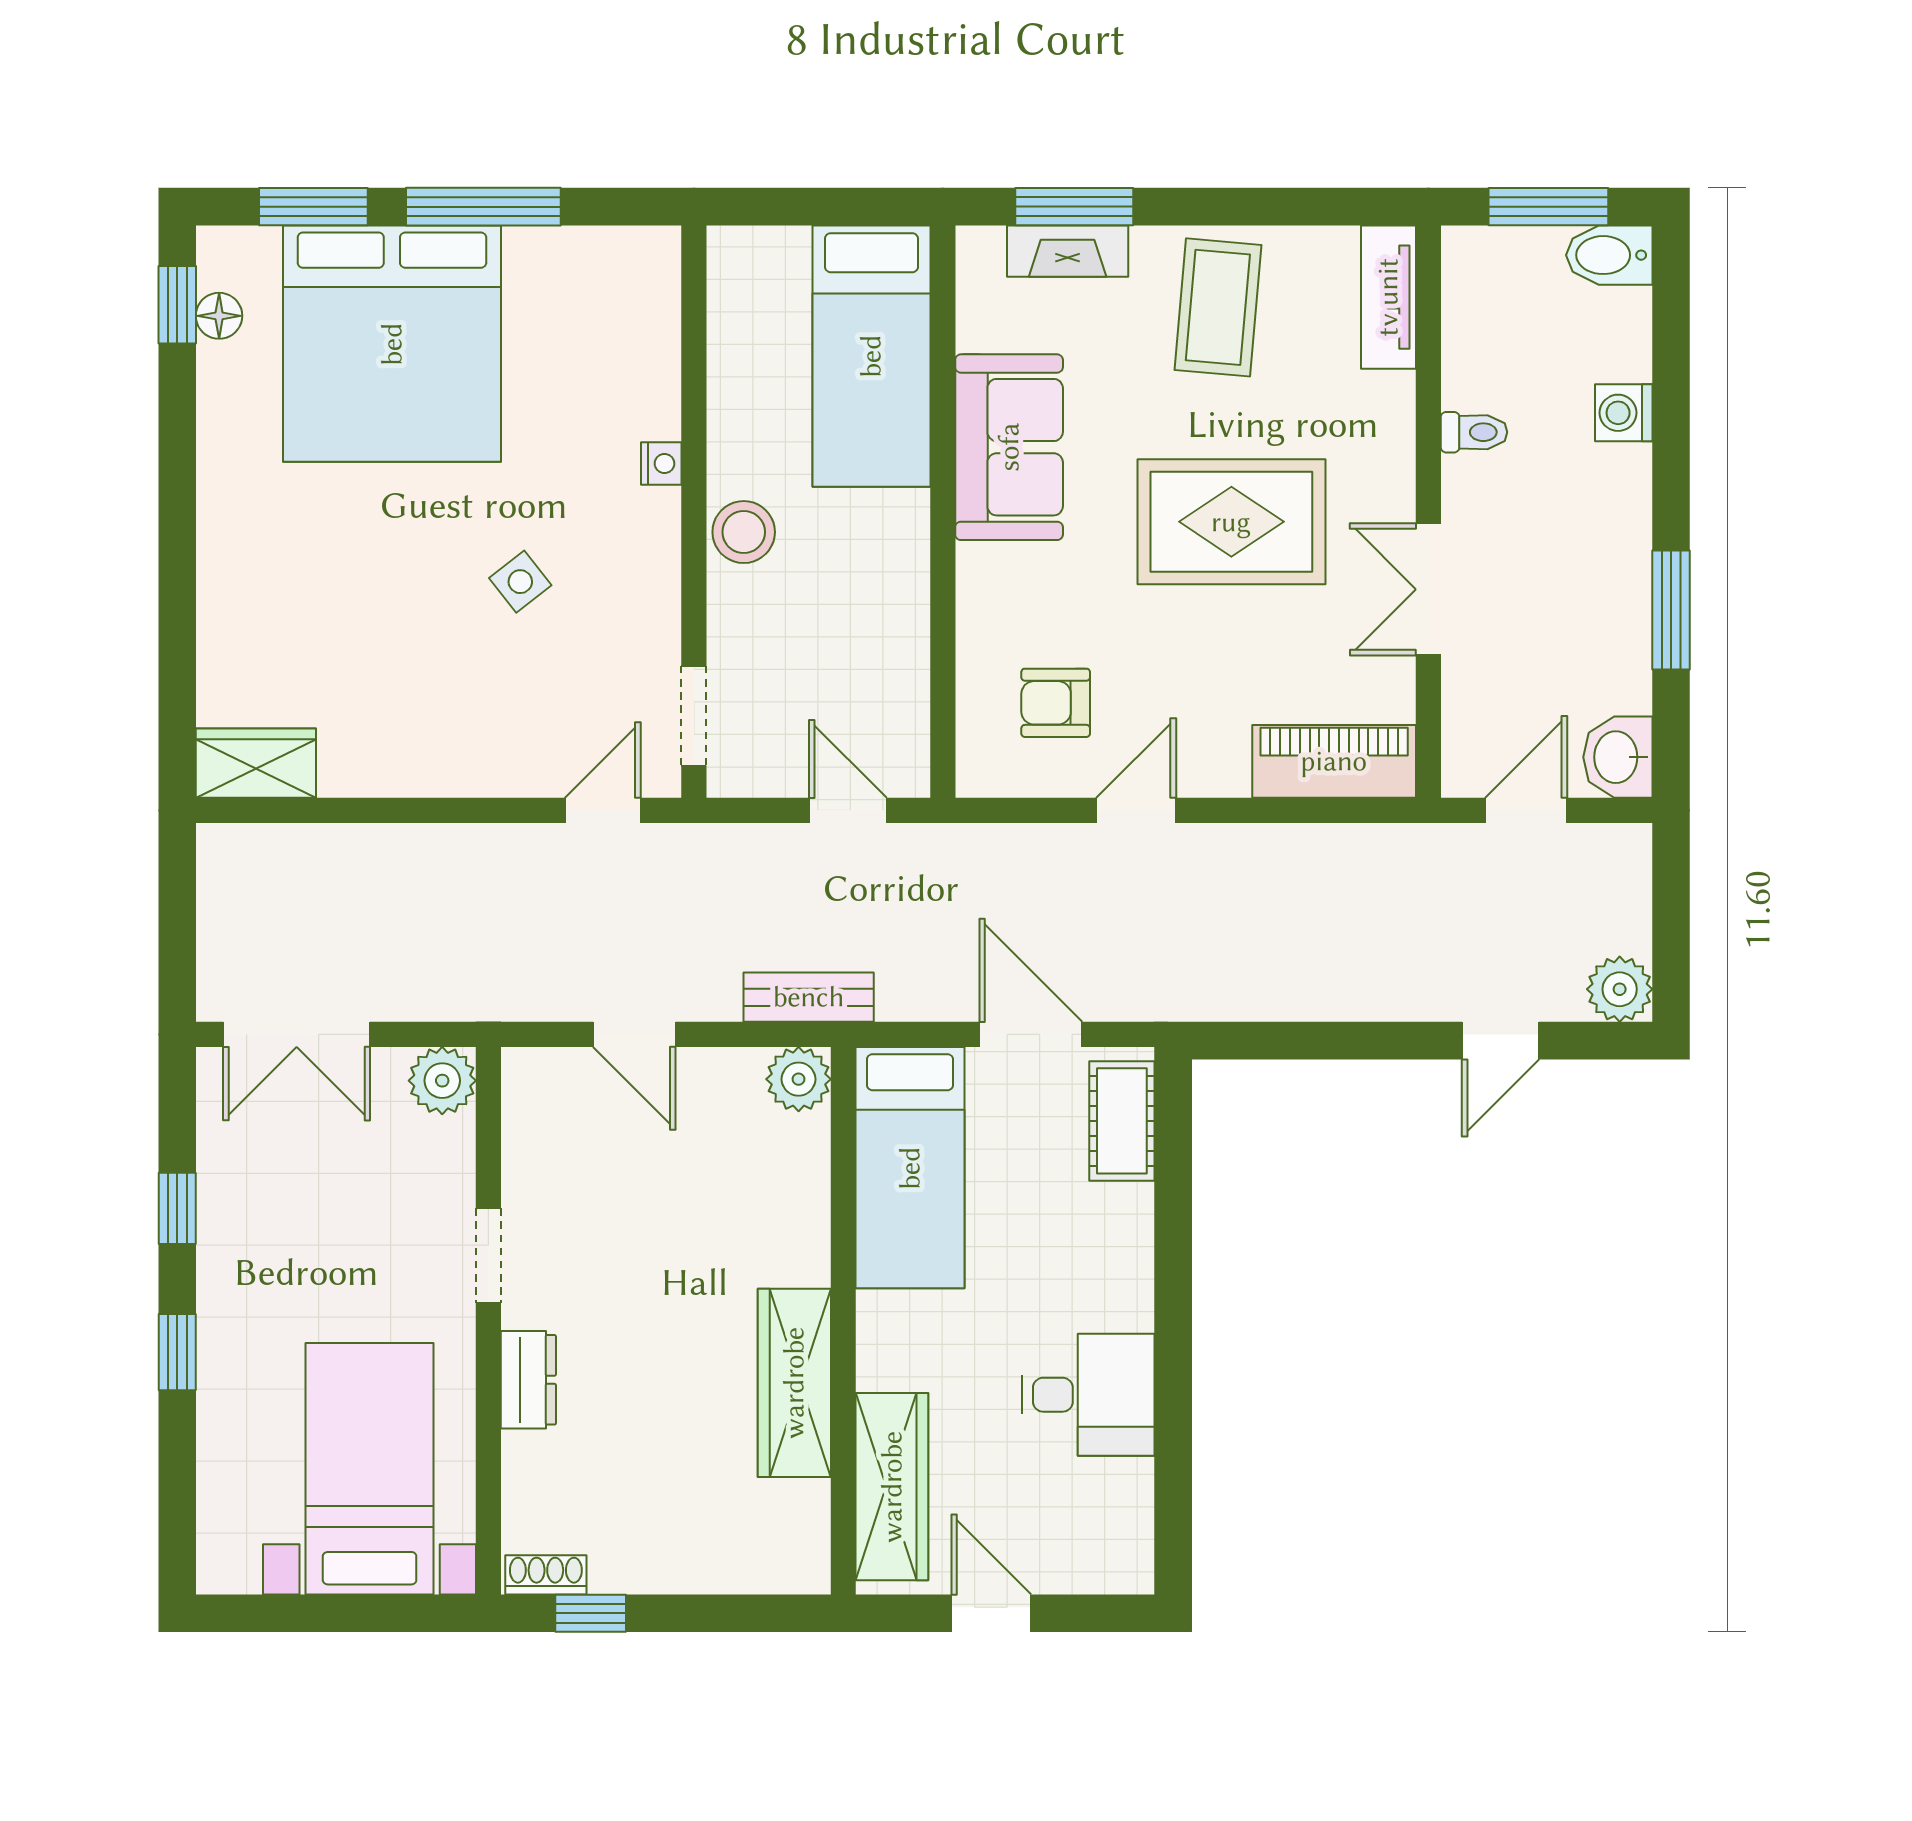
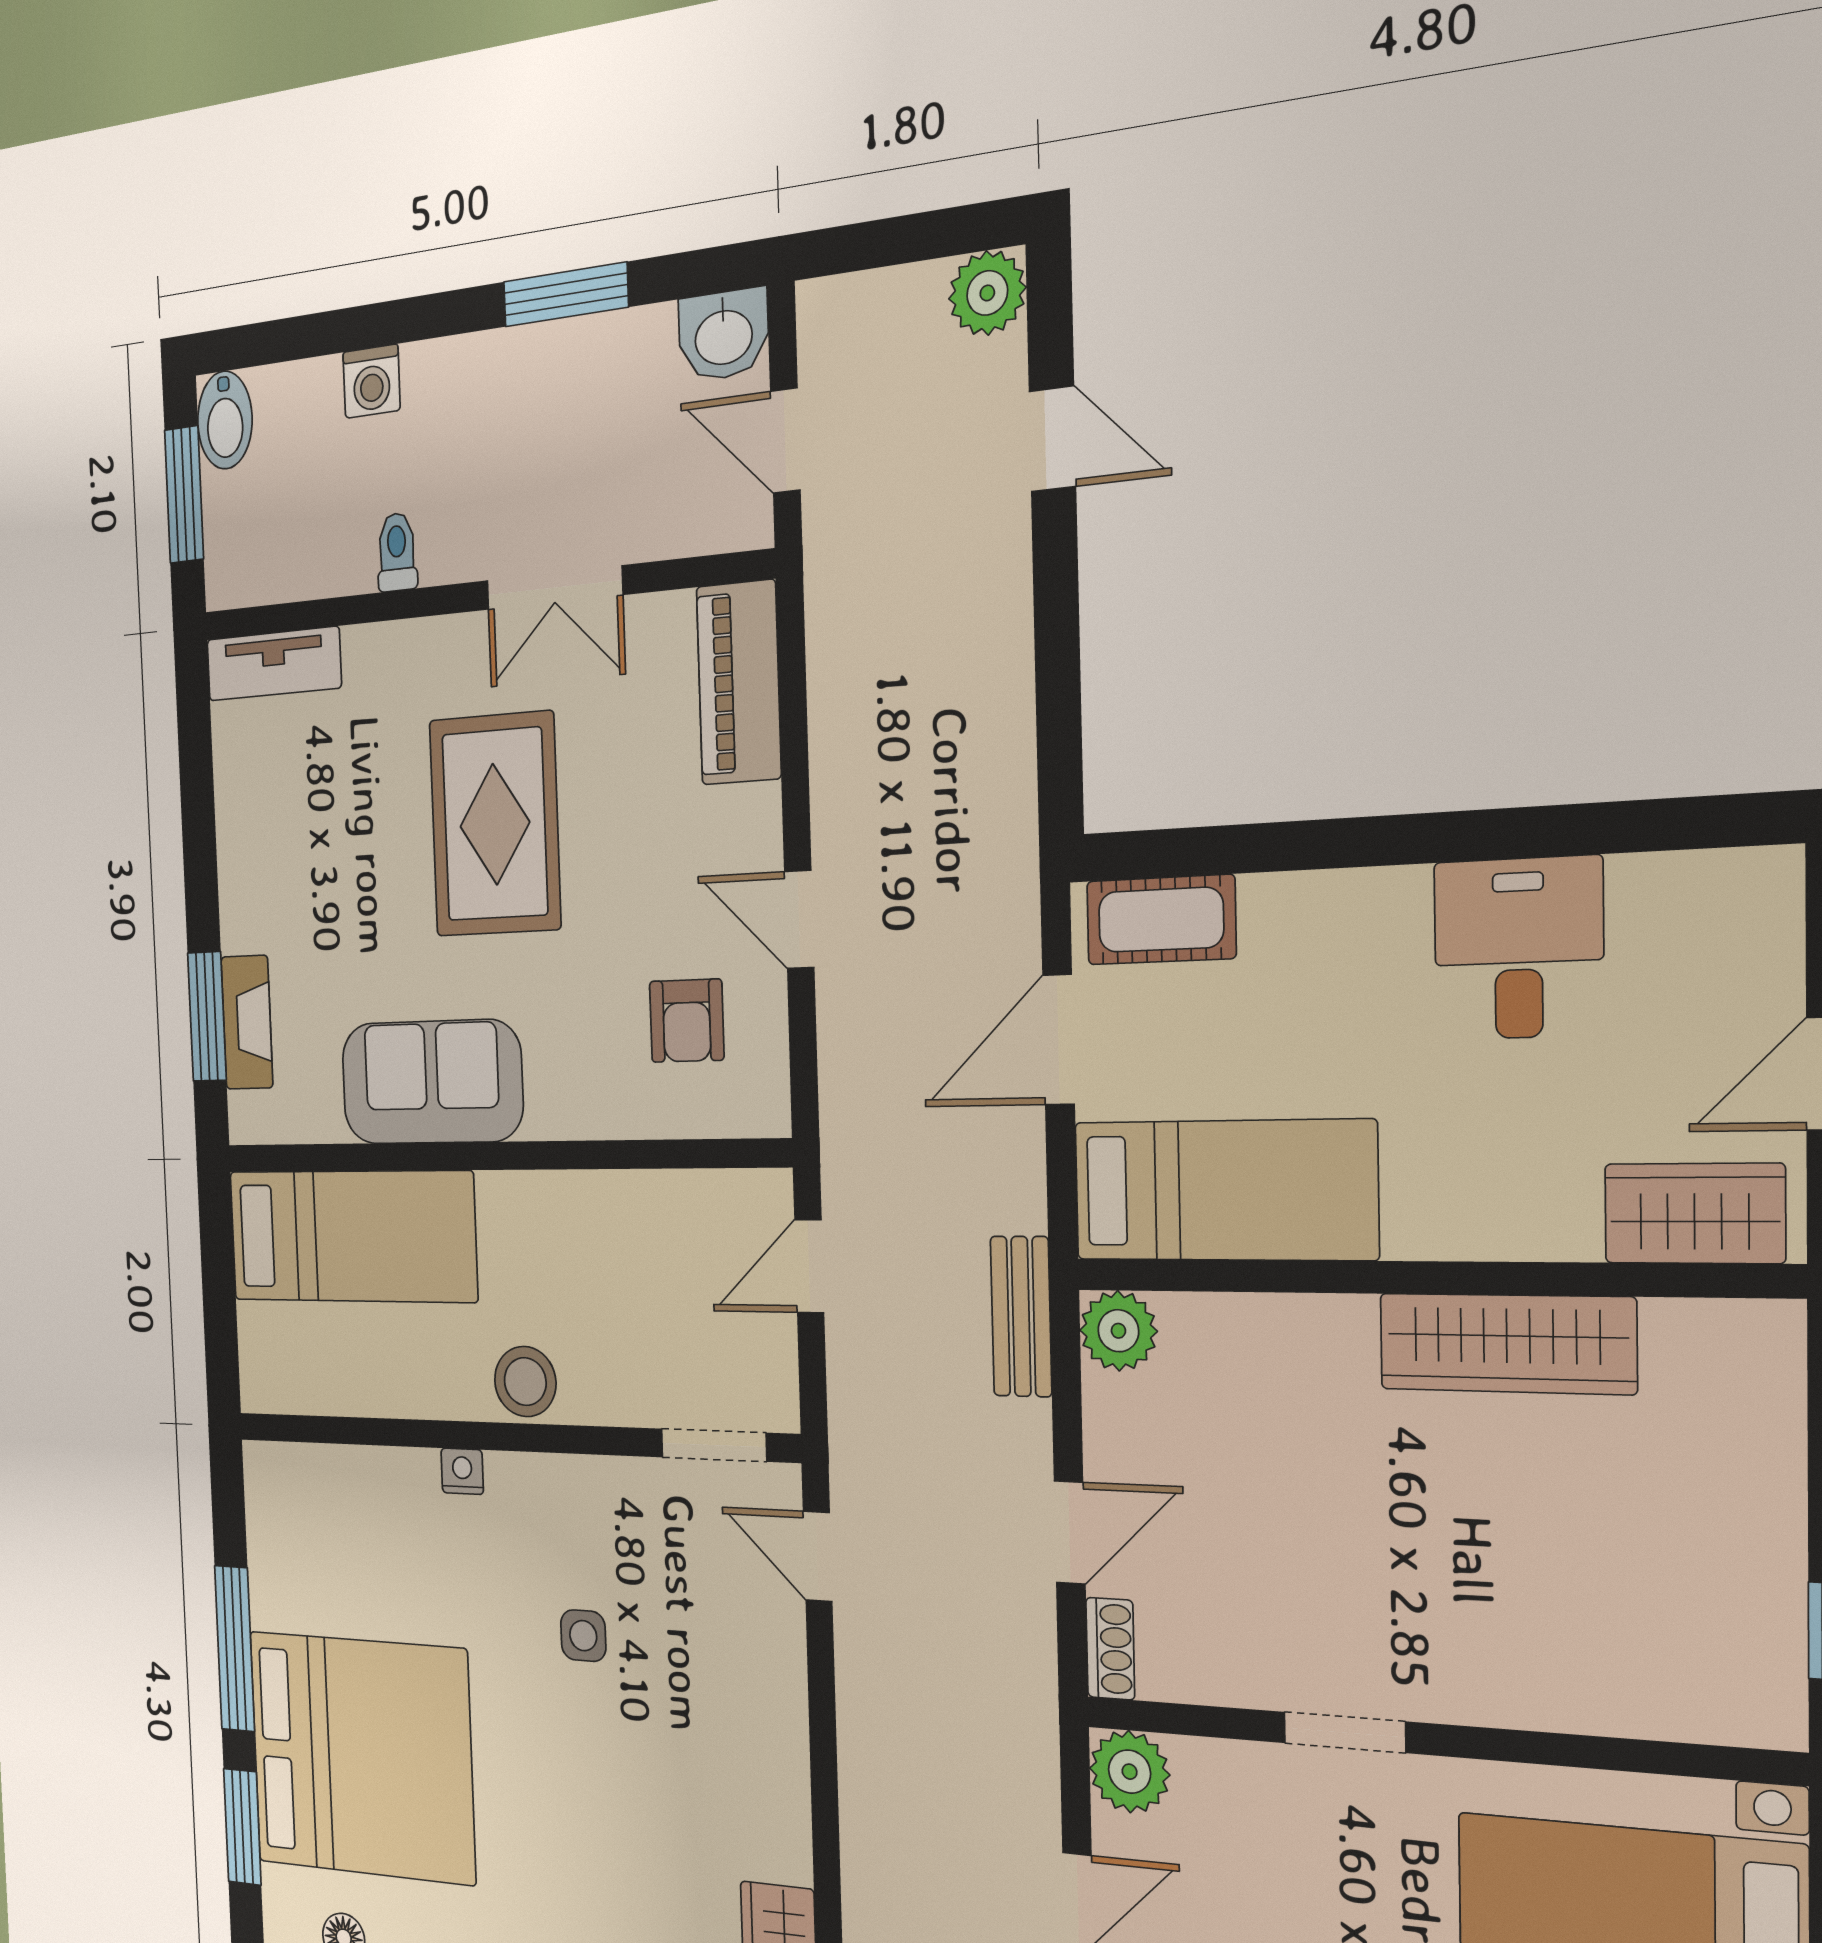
coffee table: (1218, 307) -> (291, 854), removed
side table: (520, 582) -> (583, 1636), turned 38
dresser: (528, 1380) -> (1507, 1693), removed
wardrobe: (892, 1487) -> (1694, 1213), width x0.67
shoe rack: (546, 1575) -> (1110, 1649), moved, turned 180

